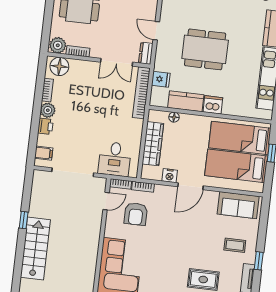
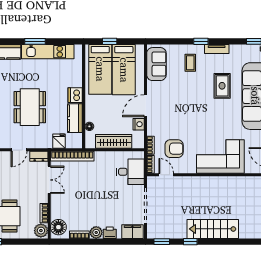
filing cabinet: (44, 153) -> (132, 232), width x2.00
window: (28, 186) -> (162, 242), added
door: (190, 186) -> (145, 106), swing flipped

